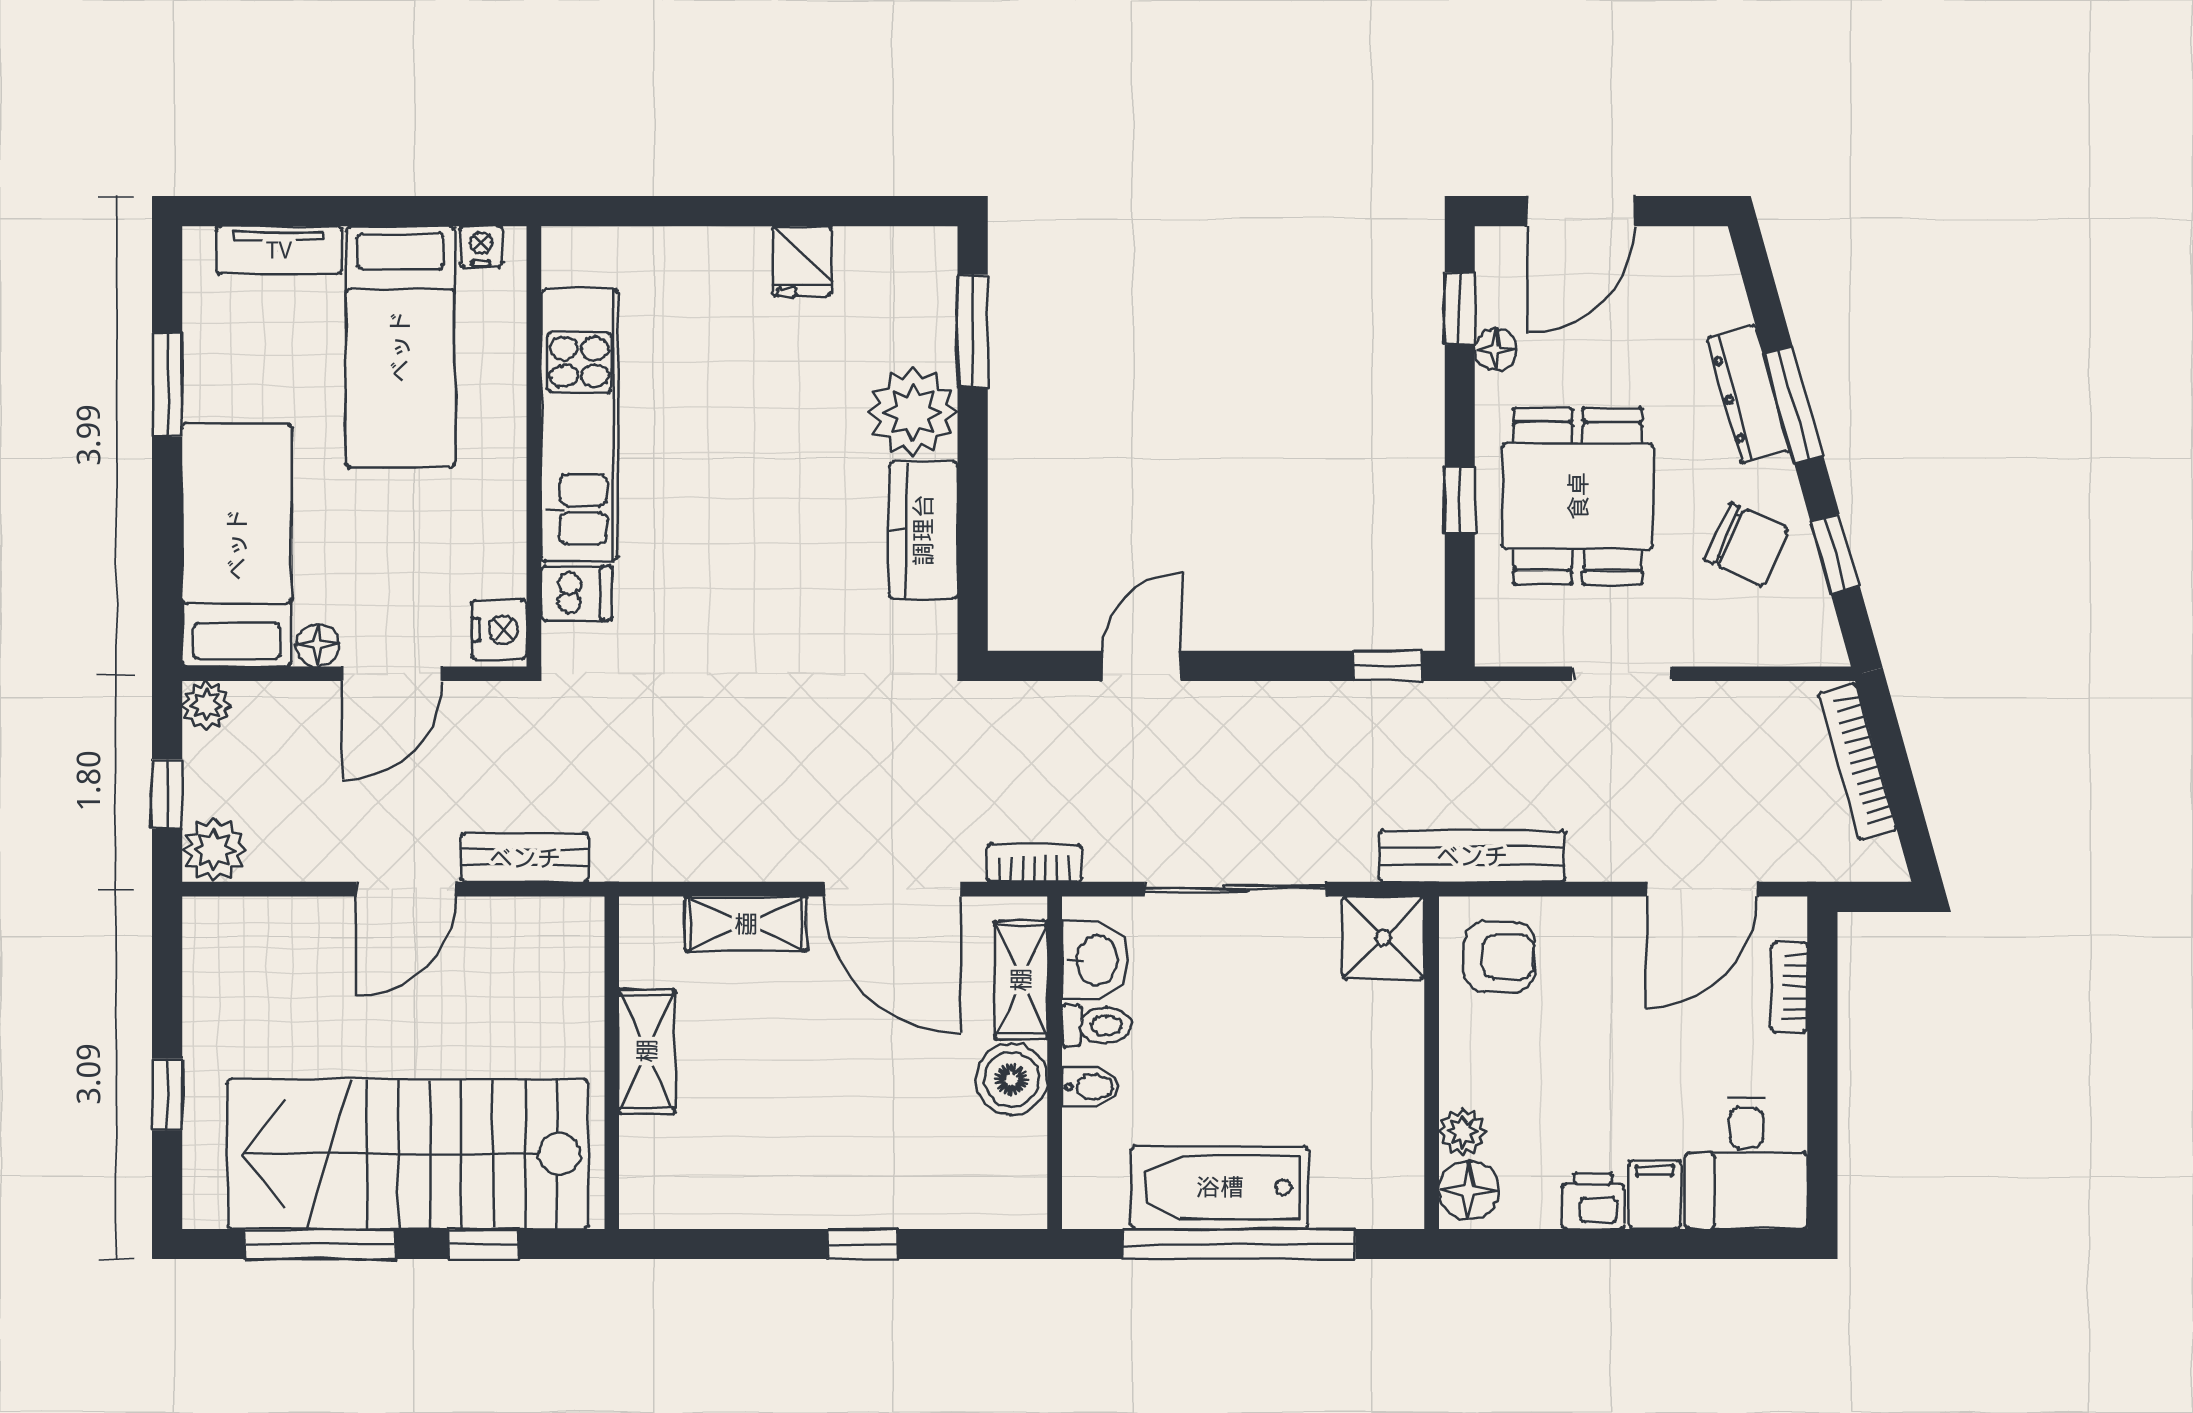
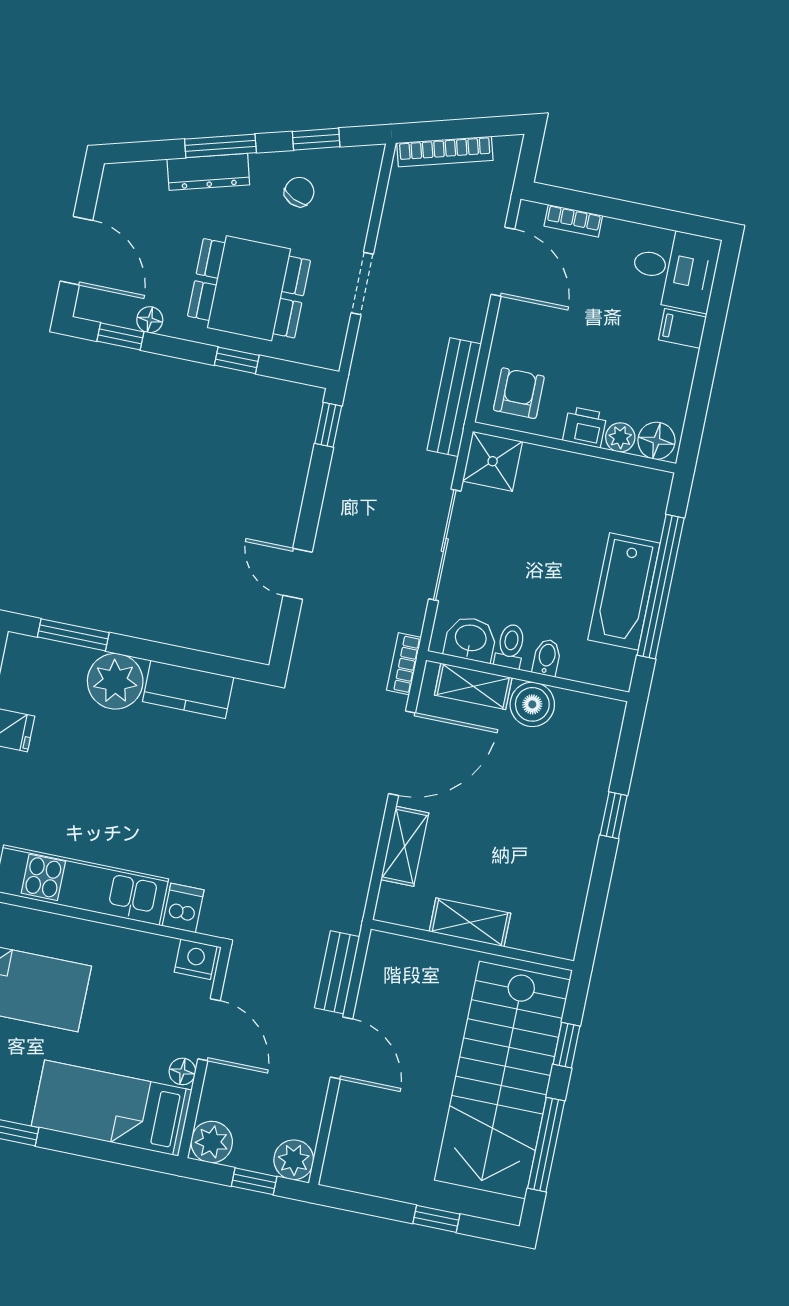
chair: (1746, 545) -> (299, 192), width x0.73, depth x0.73
plant: (206, 705) -> (212, 1142), width x1.38, depth x1.38
printer: (1593, 1201) -> (585, 427), moved, turned 90

